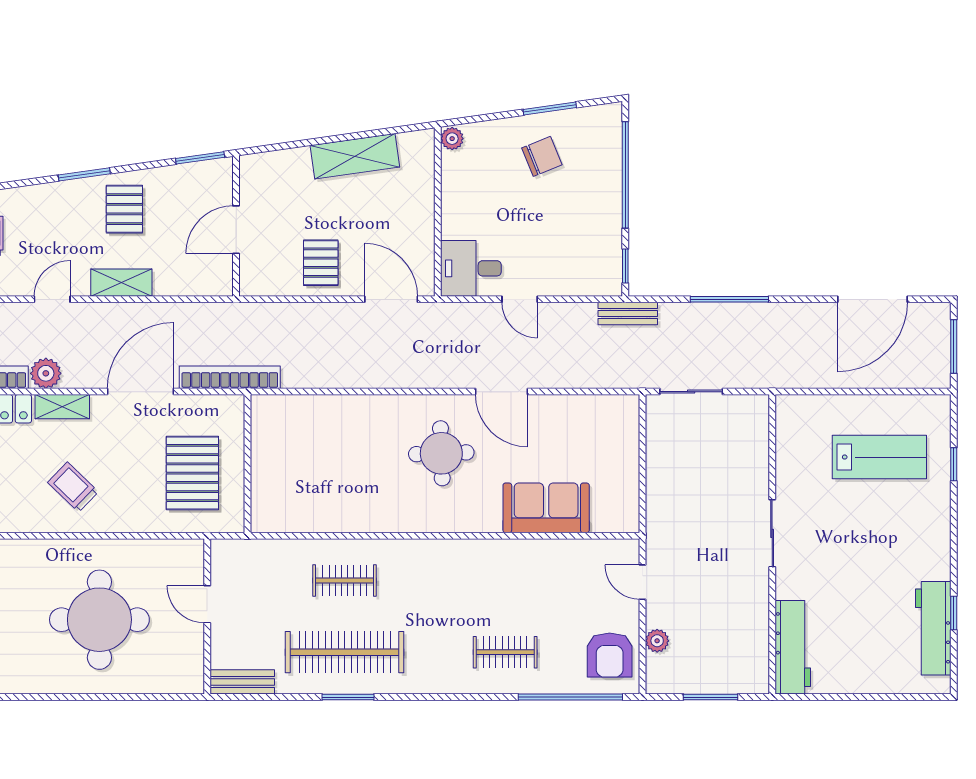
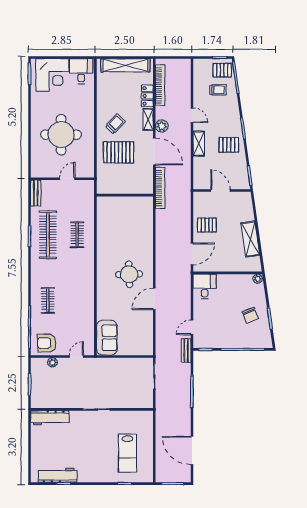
door: (520, 299) -> (192, 327), moved
plant: (46, 373) -> (162, 126), moved
pallet: (192, 473) -> (118, 152), moved
sofa: (546, 508) -> (107, 338), moved

